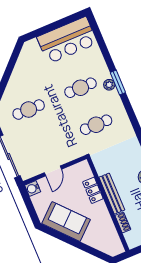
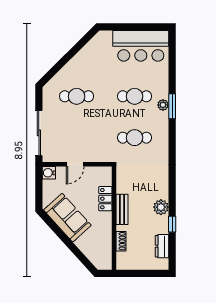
bench: (112, 194) -> (122, 209), width x0.73

